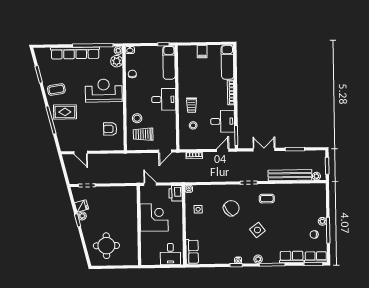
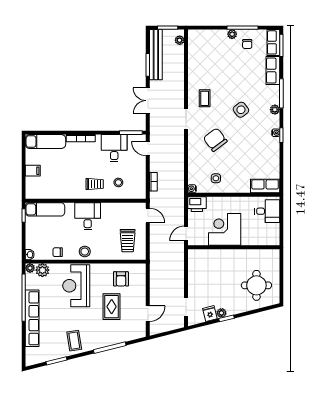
rug: (65, 112) -> (112, 307), moved
stool: (137, 118) -> (85, 252), moved
bench: (290, 175) -> (156, 55), moved

